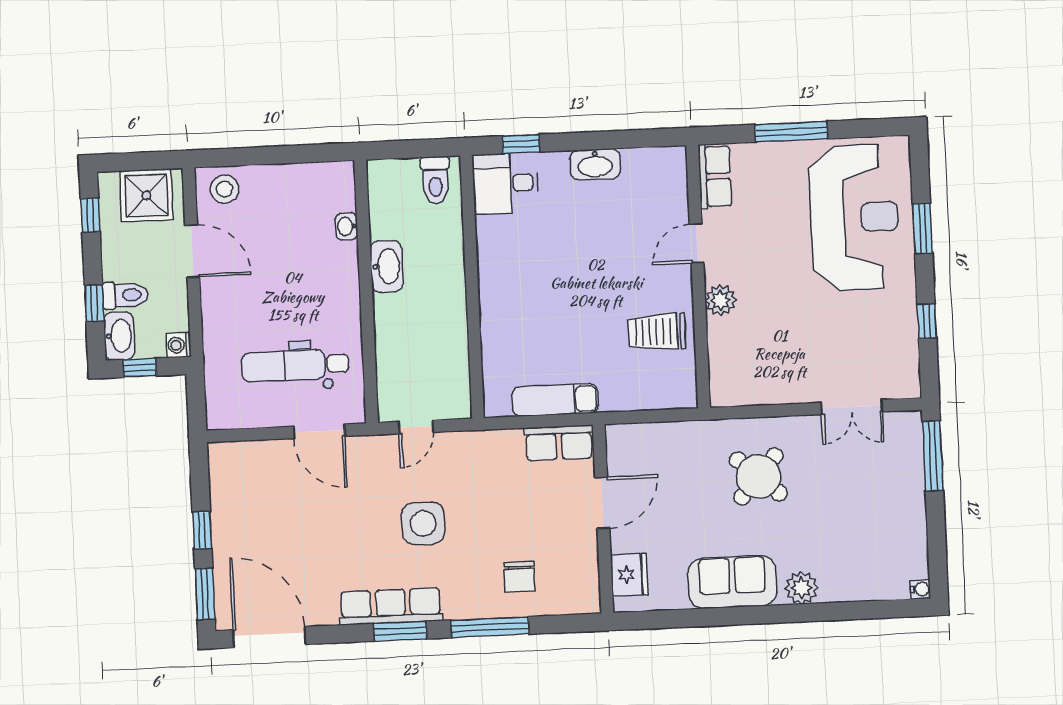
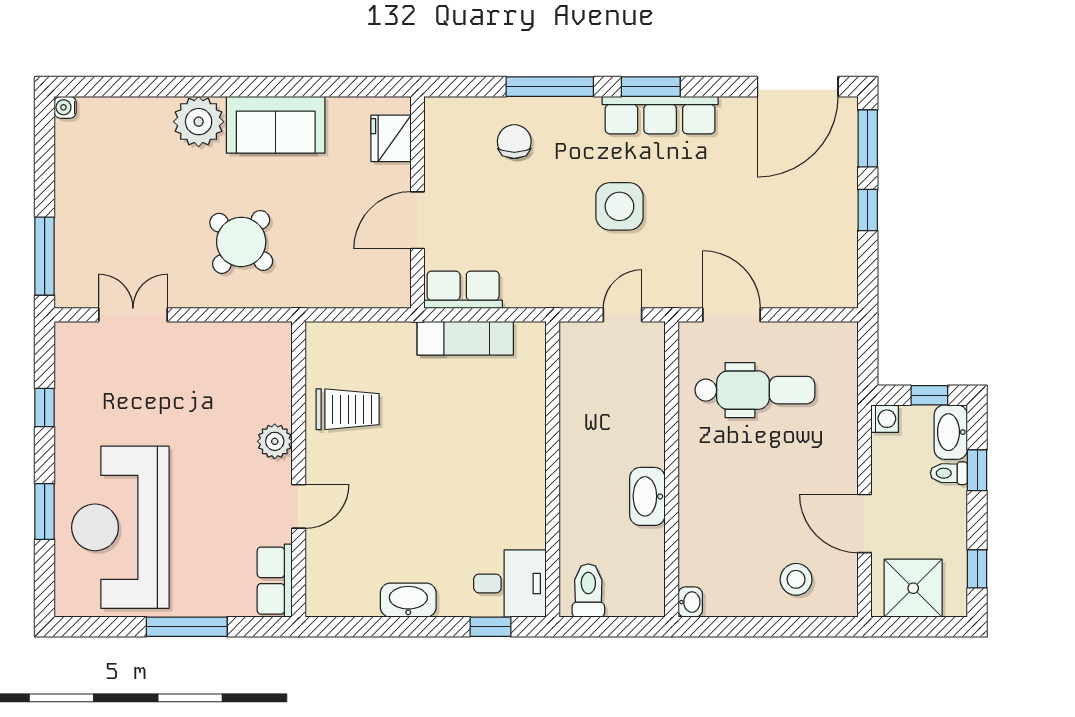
stool: (225, 189) -> (796, 579), moved
washbasin: (347, 226) -> (690, 602), moved
toilet: (125, 295) -> (949, 473), width x0.73, depth x0.72
plant: (801, 588) -> (199, 122), width x1.36, depth x1.36
door: (269, 637) -> (798, 87), hinge flipped

